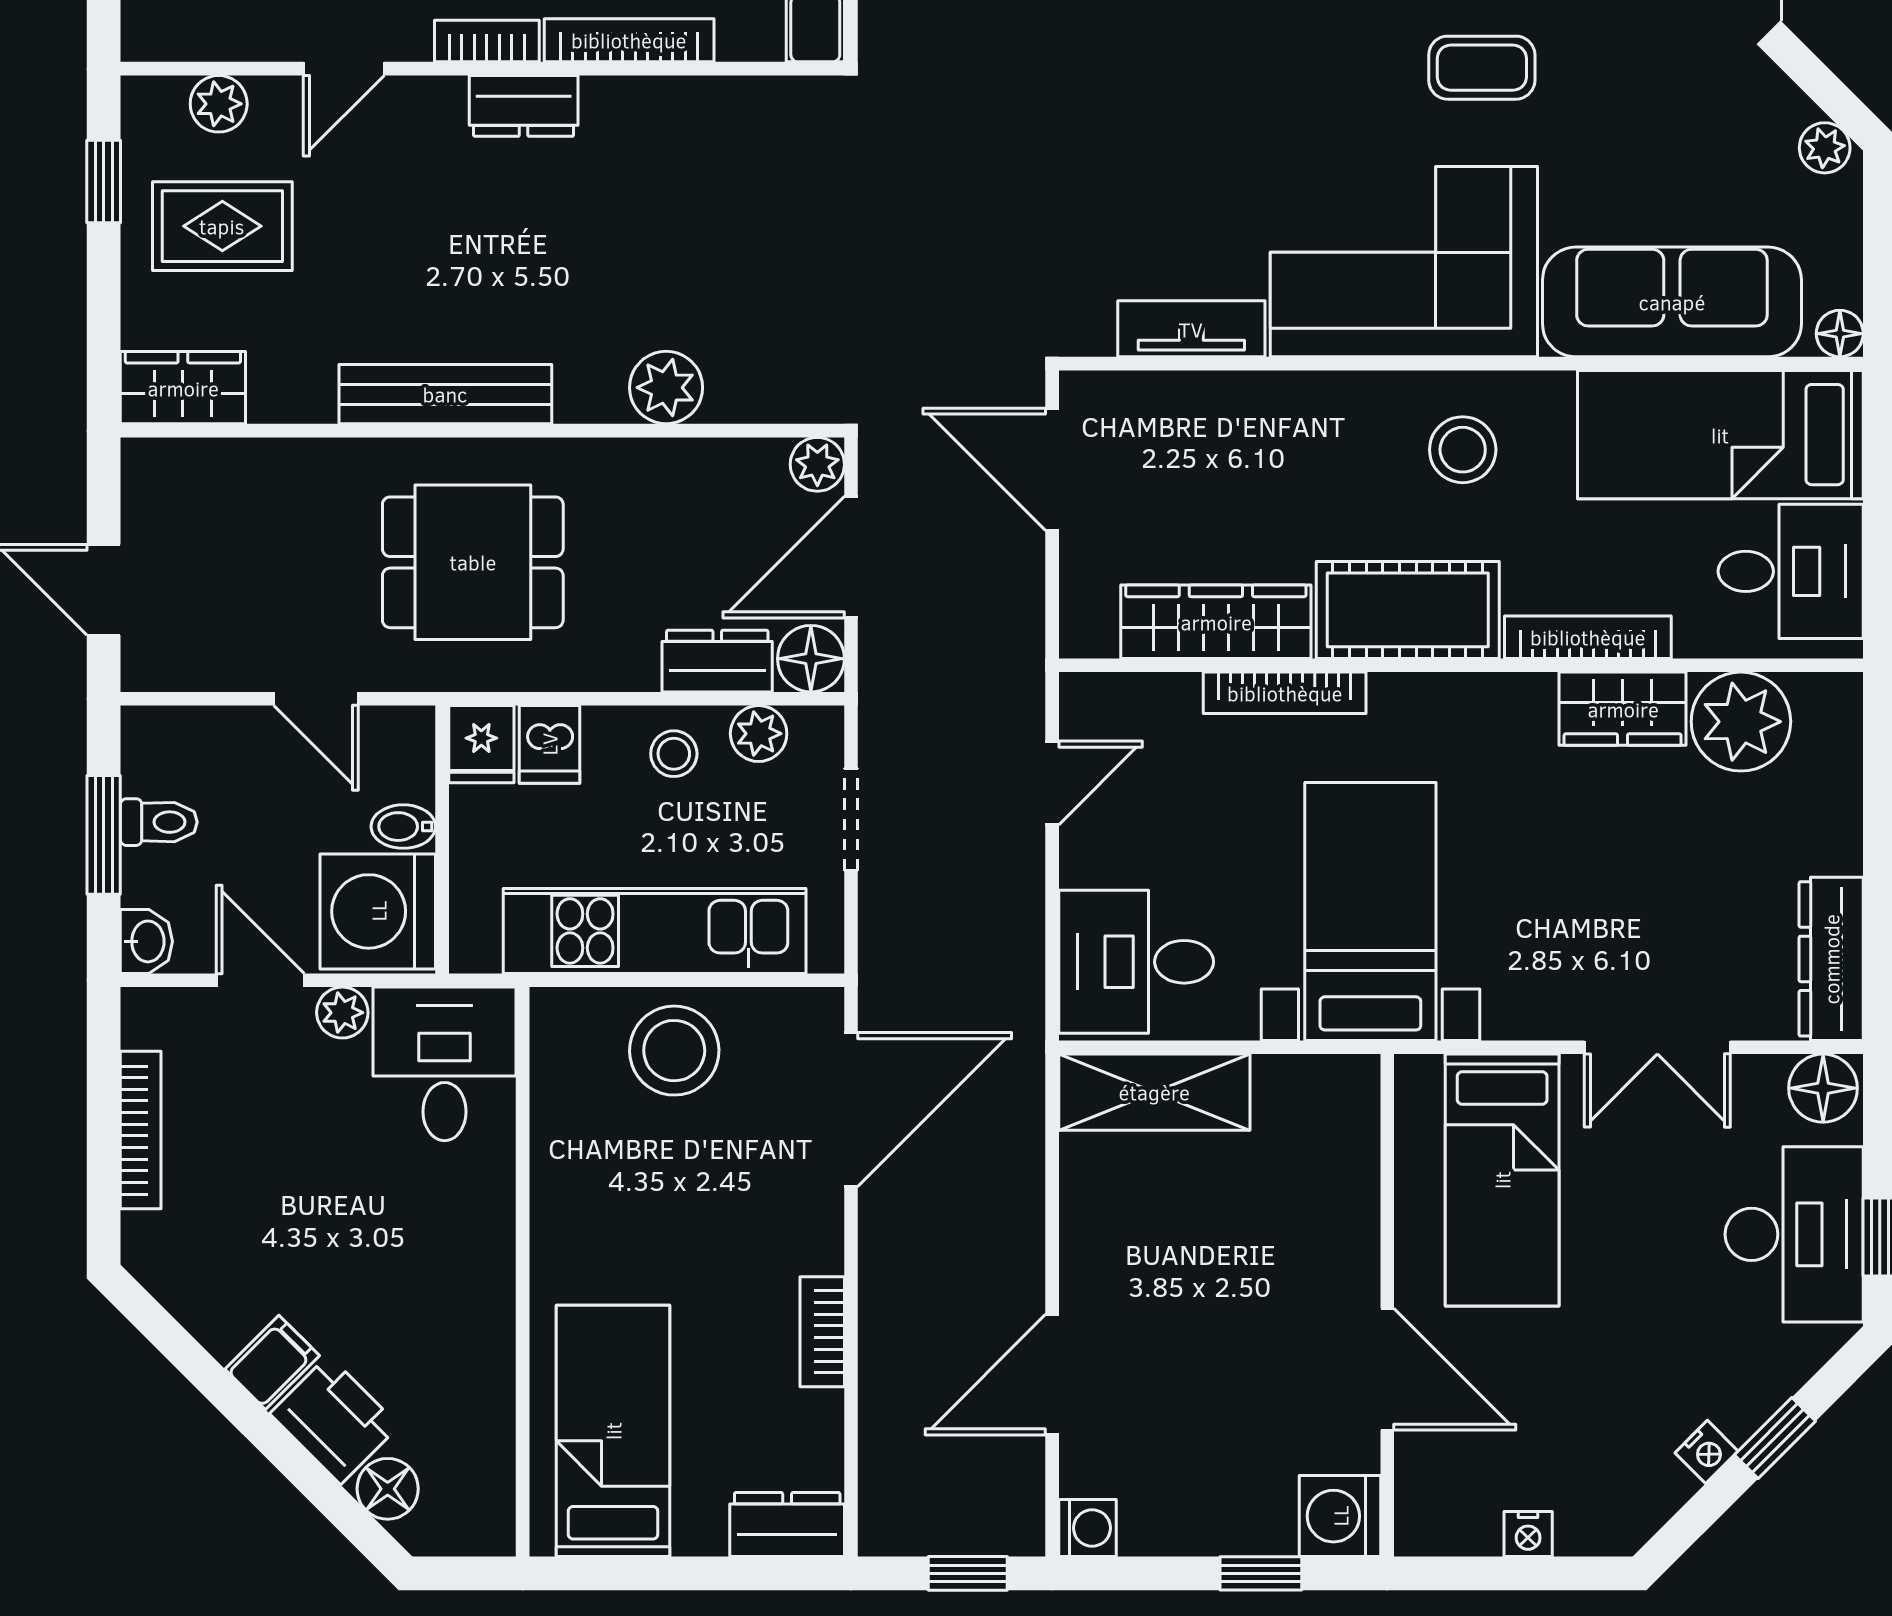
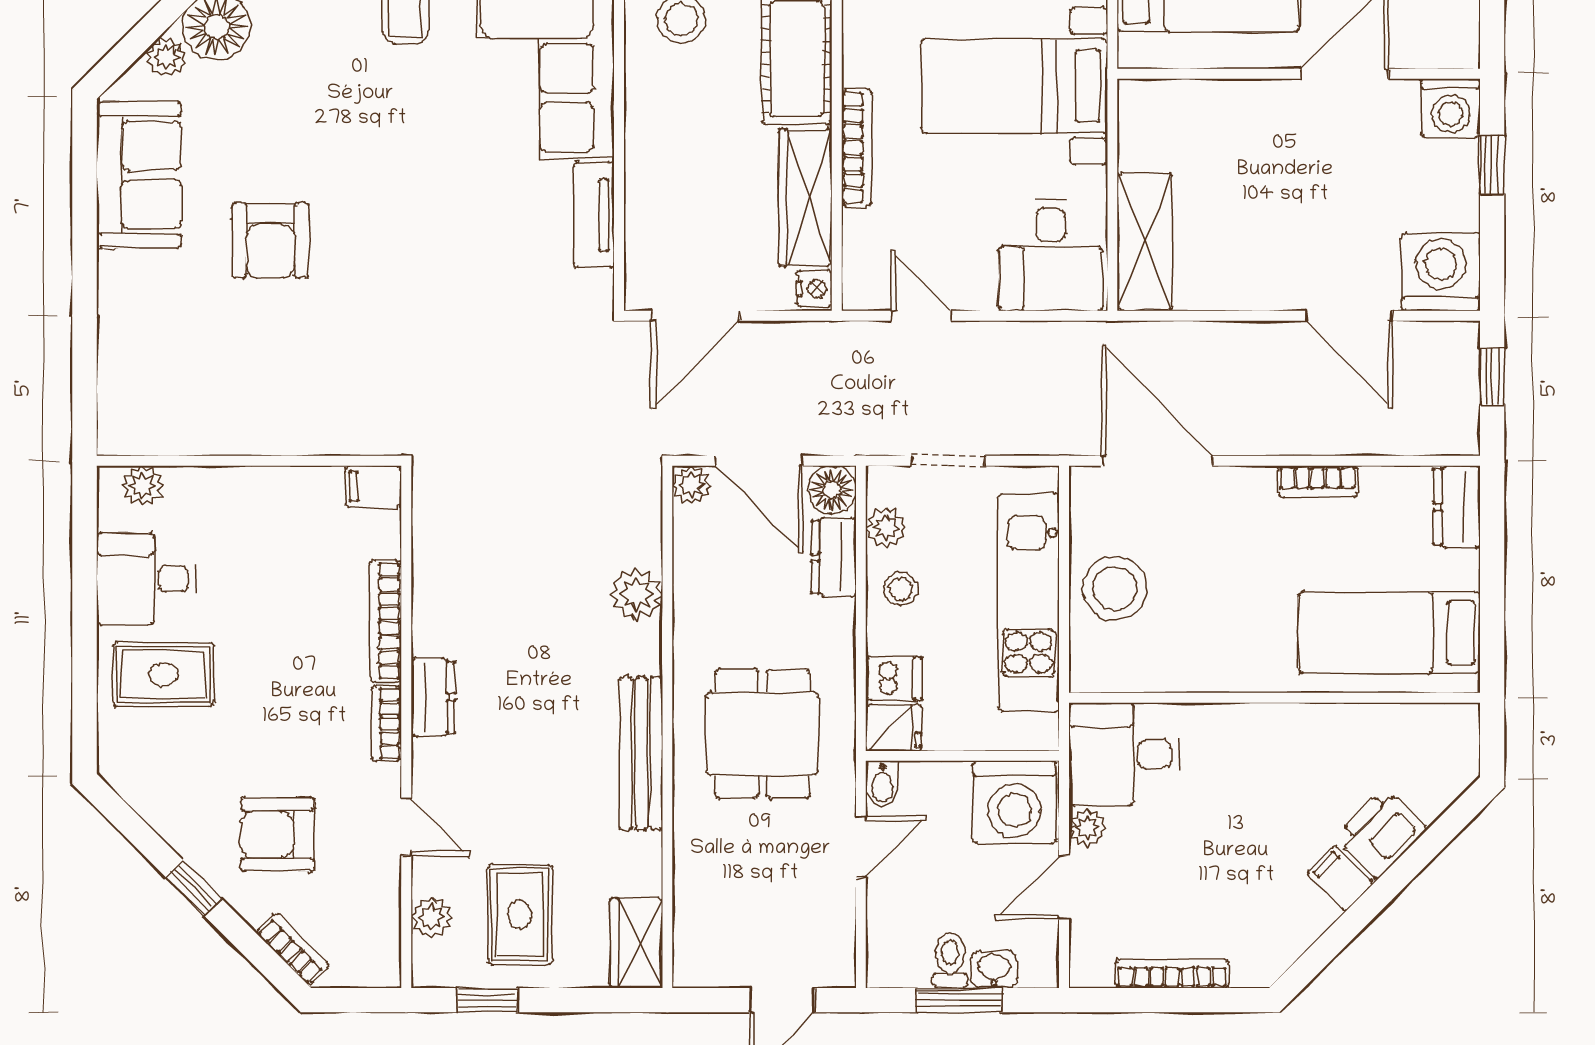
nightstand: (1090, 634) -> (814, 289), added
bidet: (403, 827) -> (882, 784), moved
washbasin: (146, 941) -> (994, 969), moved
floor lamp: (388, 1489) -> (1431, 795), removed
washing machine: (1087, 1528) -> (1441, 272), width x1.89, depth x1.89

